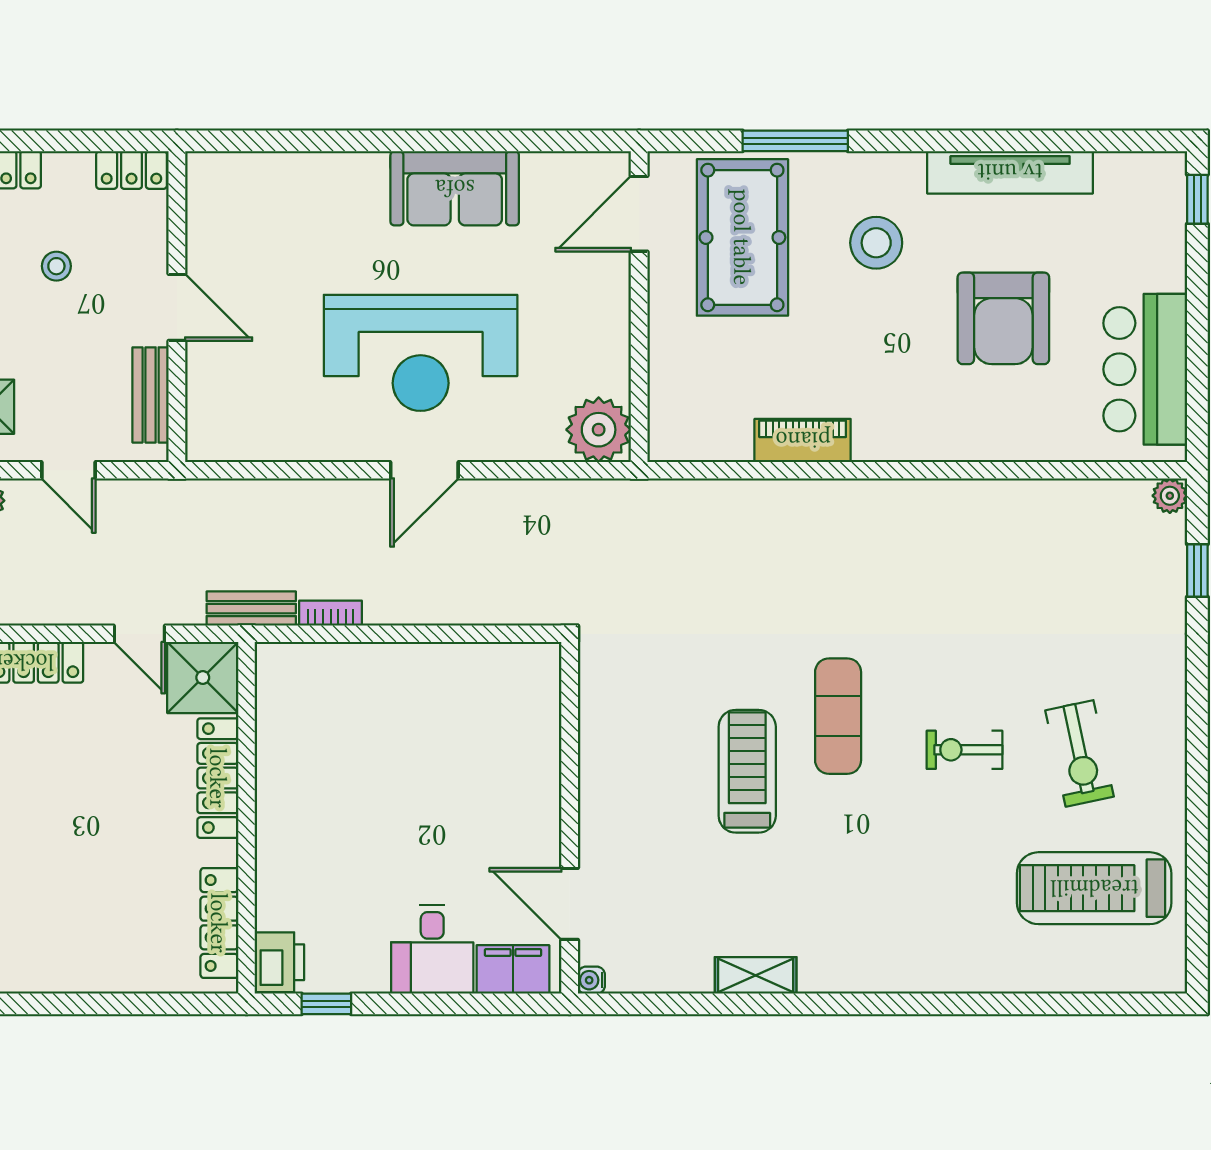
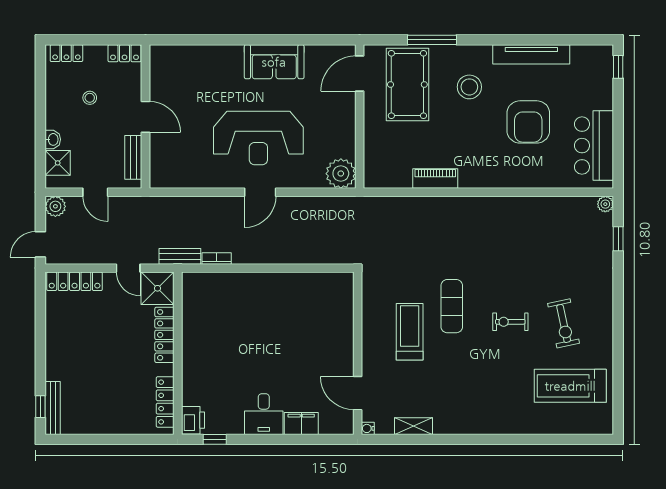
wall: (570, 818) -> (358, 353), moved
door: (570, 904) -> (358, 393), moved
water cooler: (591, 980) -> (368, 428), moved

